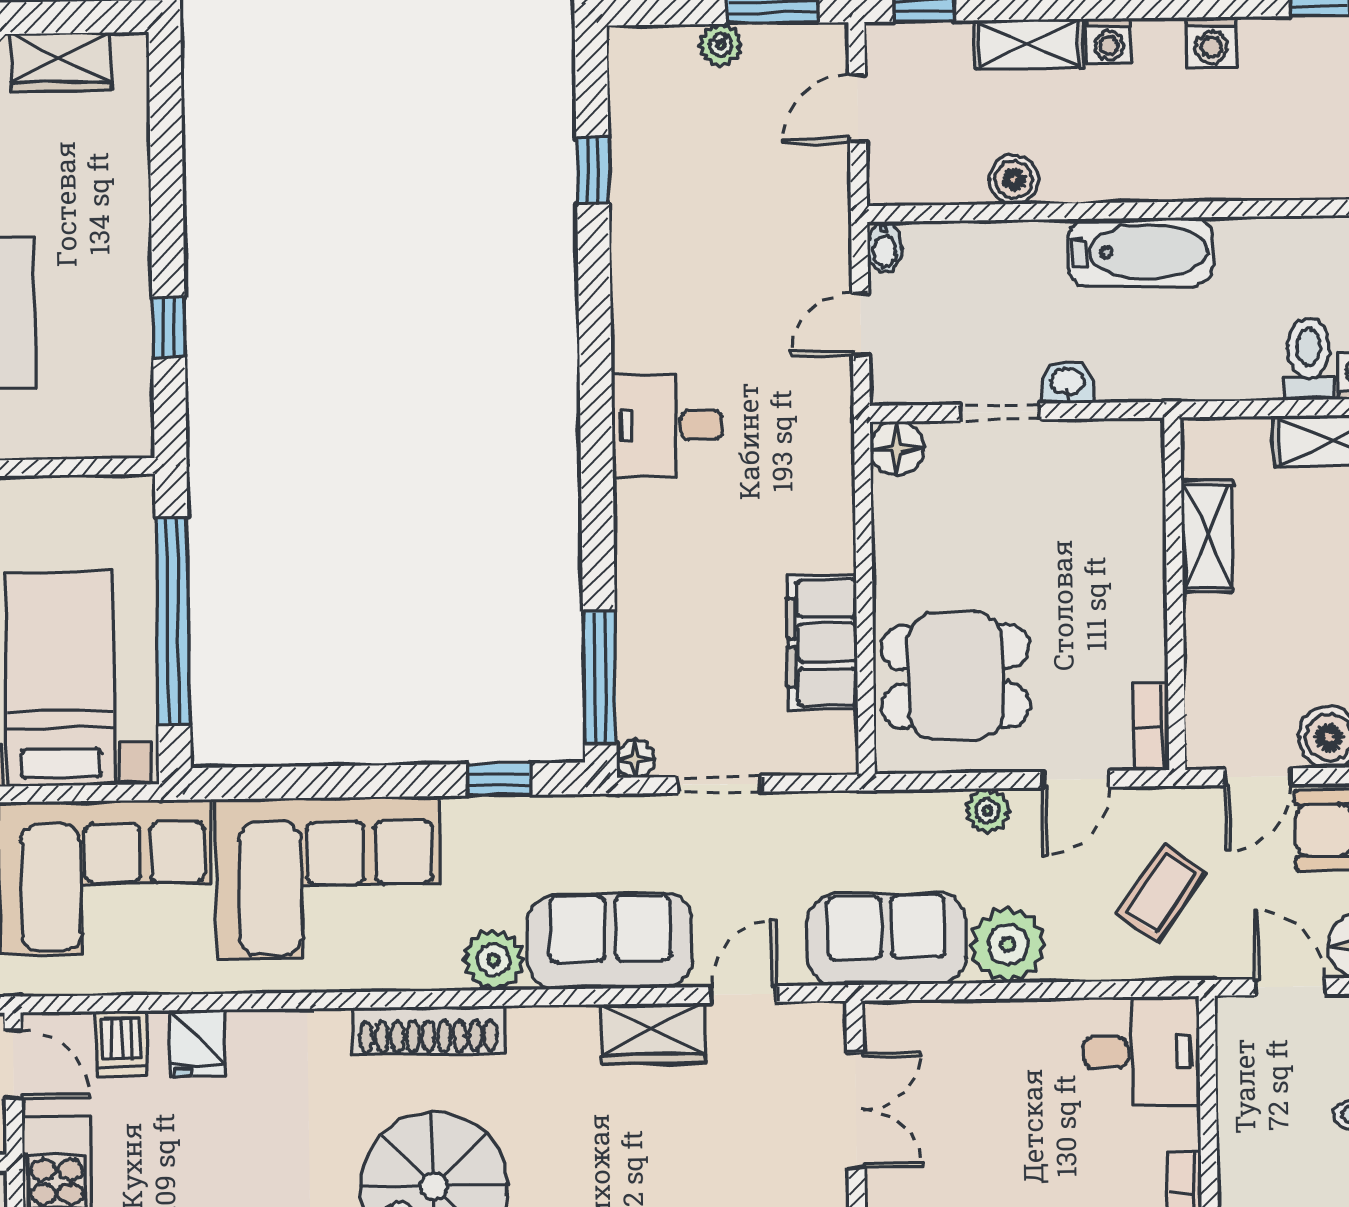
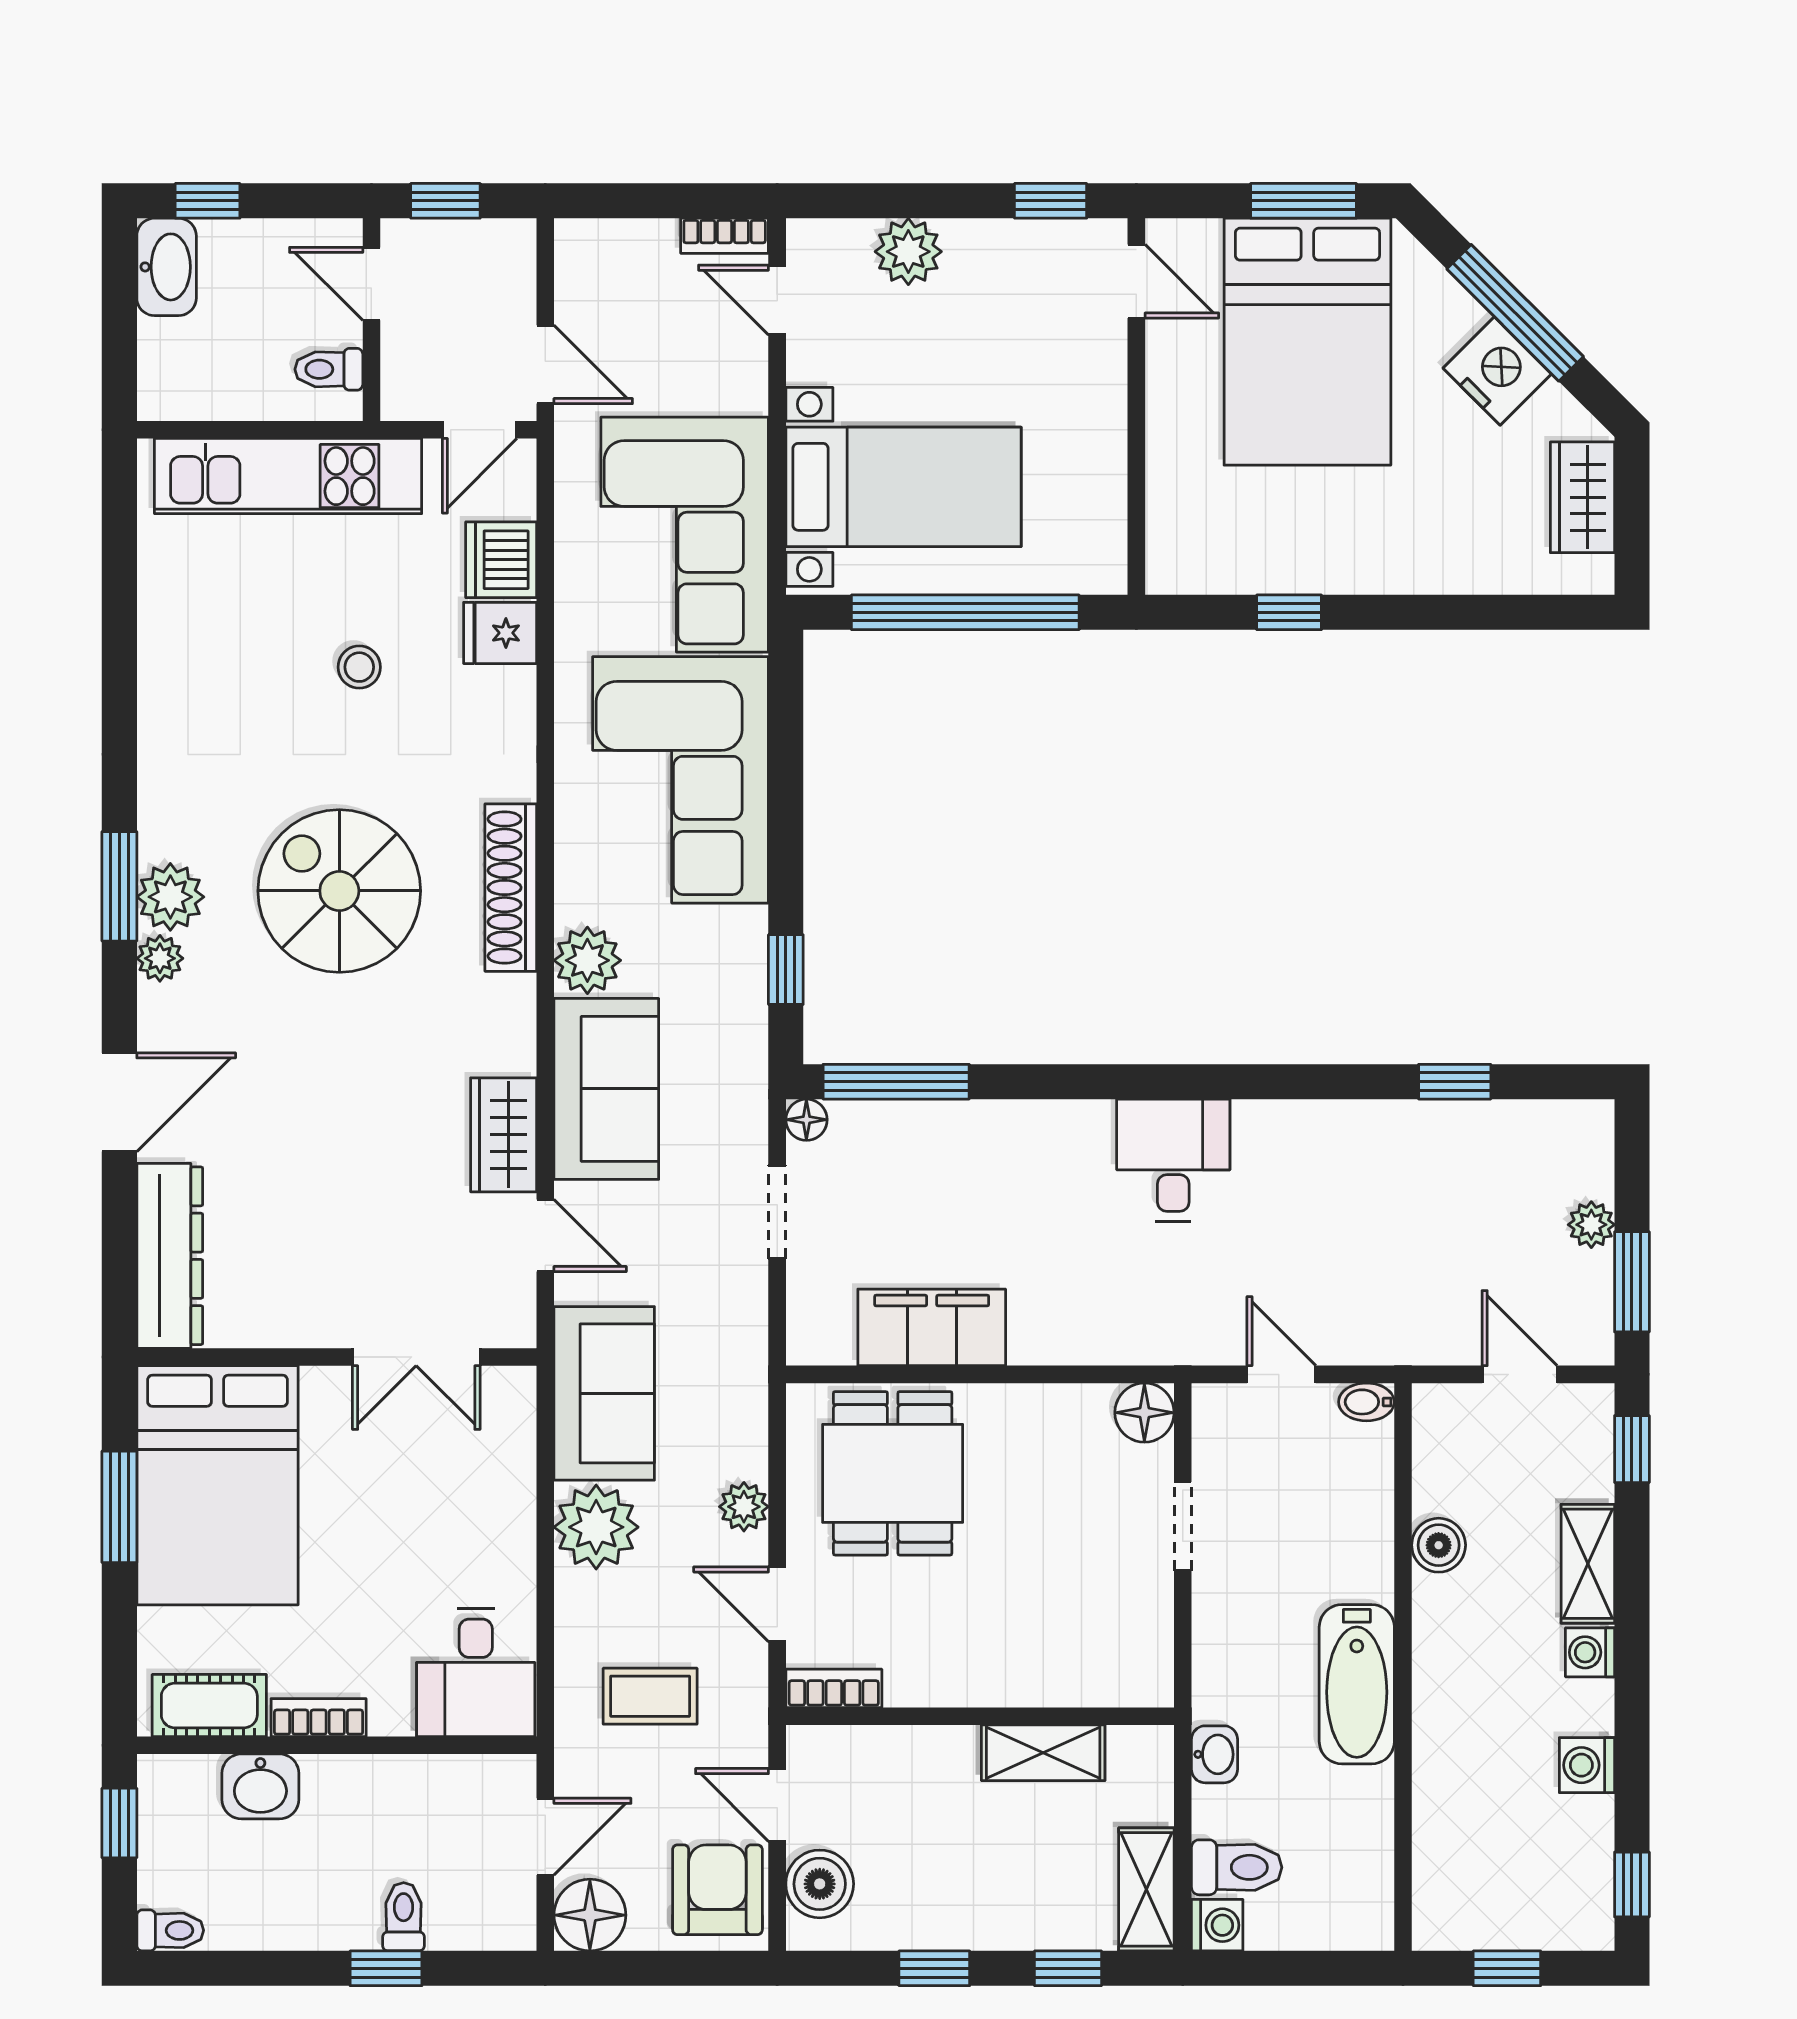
washbasin: (1067, 382) -> (1215, 1754), moved
coffee table: (1161, 893) -> (650, 1696), turned -35
dishwasher: (122, 1043) -> (501, 560), width x1.38
stool: (230, 1171) -> (359, 667), added

